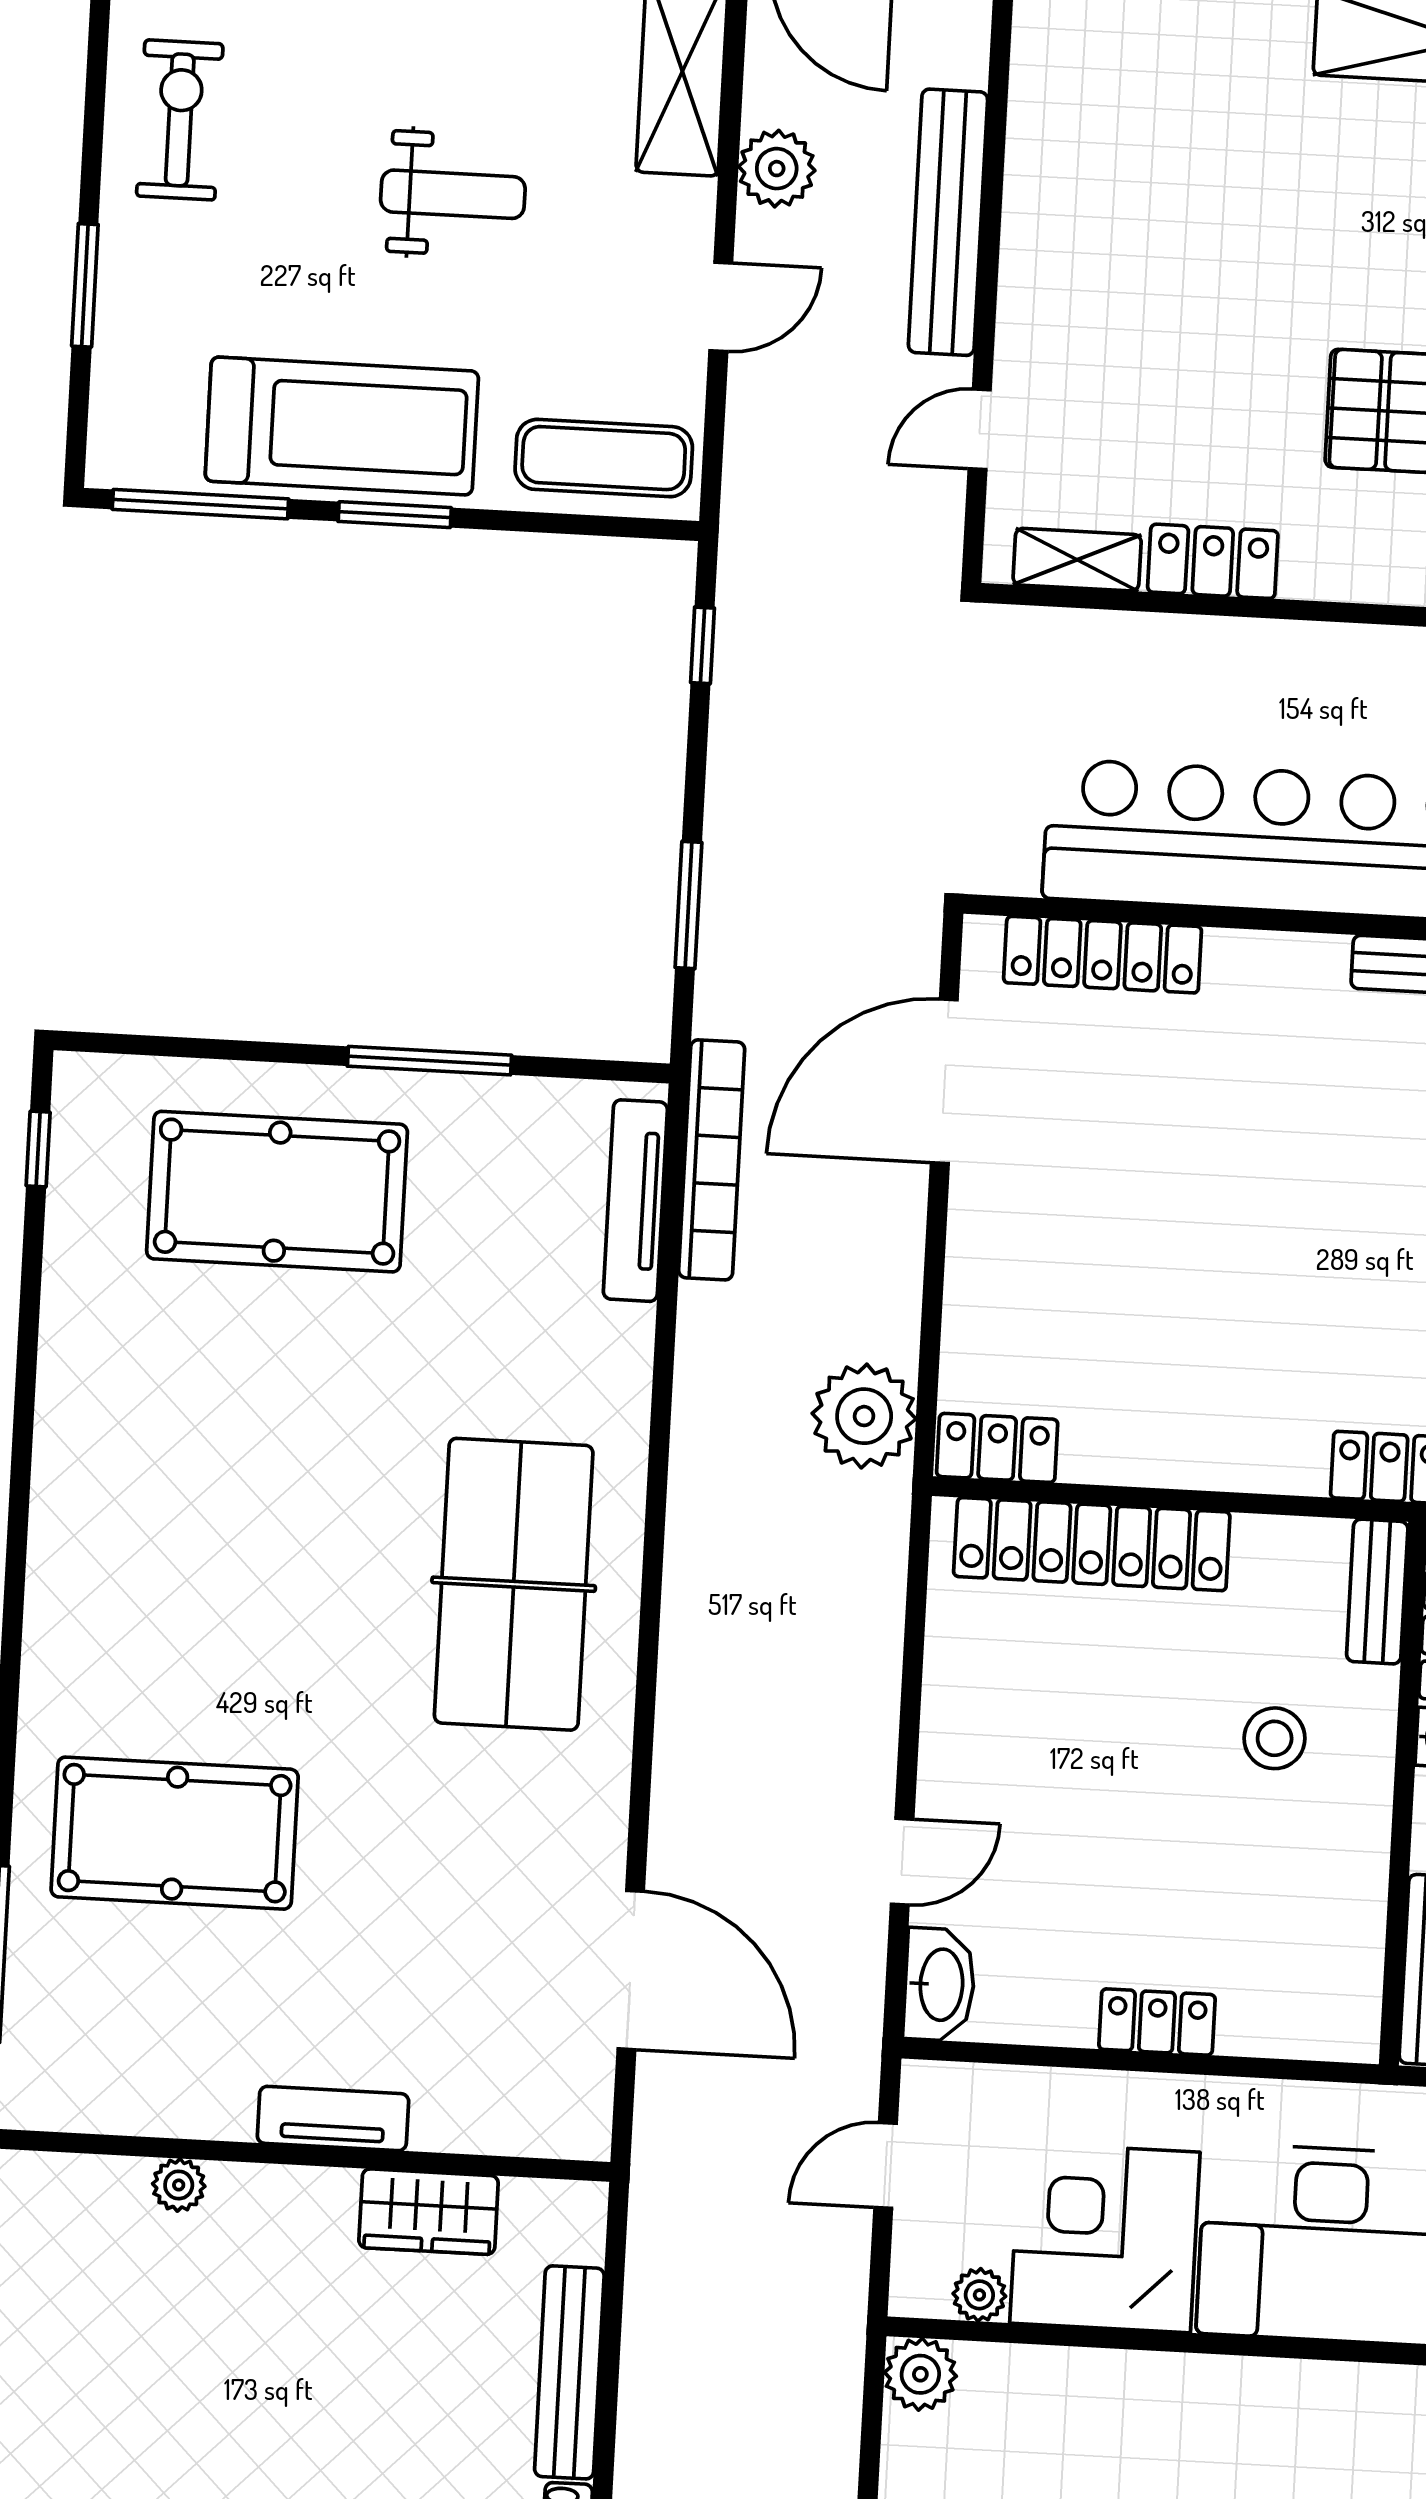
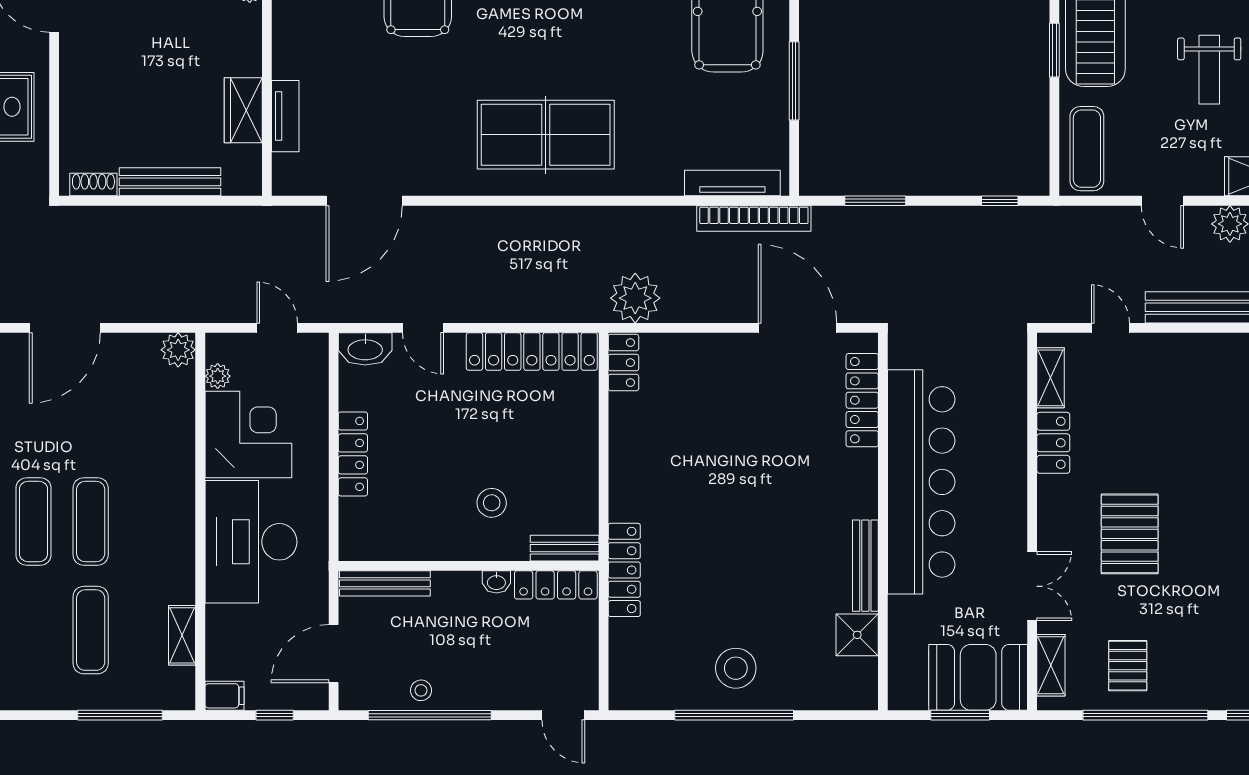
locker: (1092, 1544) -> (532, 351), moved, turned -90
locker: (1157, 2022) -> (353, 454), width x1.53
tv unit: (333, 2119) -> (285, 116), moved

